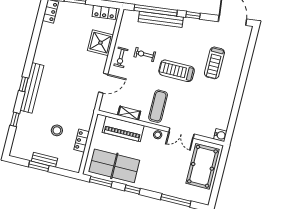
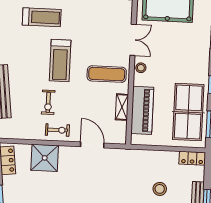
locker: (82, 141) -> (192, 158), moved

